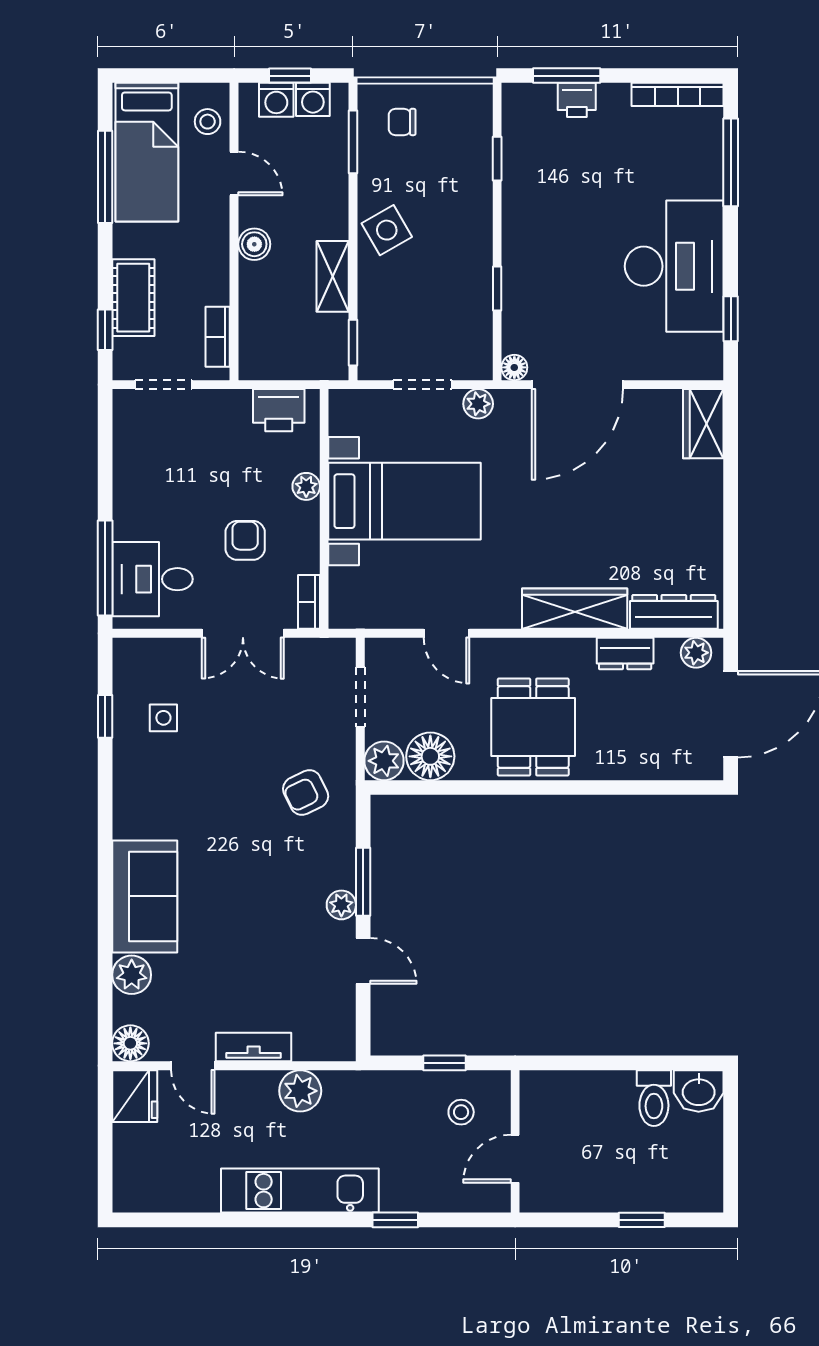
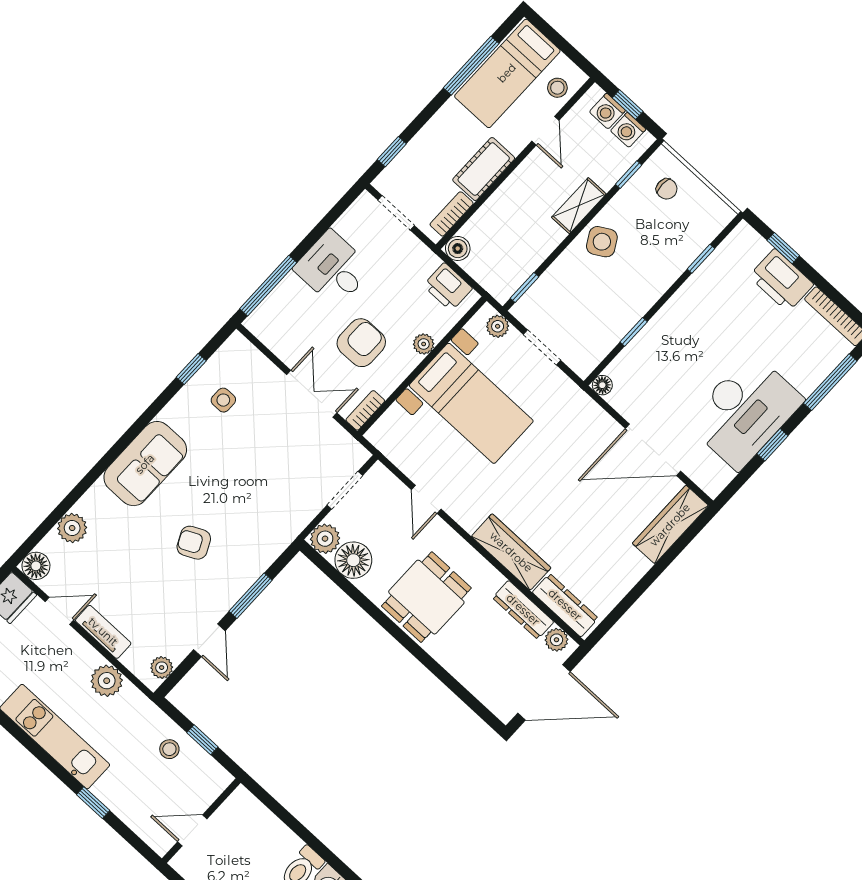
window: (567, 76) -> (783, 248), width x0.67
printer: (577, 100) -> (781, 280), width x1.87, depth x1.48
chair: (402, 122) -> (667, 189), turned 180
window: (353, 142) -> (629, 175), width x0.67
boiler: (254, 244) -> (458, 249), moved
shelving: (333, 276) -> (579, 206), moved
cot: (133, 298) -> (484, 169), moved
window: (731, 319) -> (772, 445), moved
door: (577, 385) -> (653, 450), moved
plant: (478, 404) -> (498, 326), moved
wardrobe: (703, 424) -> (670, 525), width x1.50
armchair: (245, 540) -> (361, 343), width x1.38, depth x1.38
desk: (152, 579) -> (333, 269), moved
double door: (243, 633) -> (312, 394), swing flipped
dresser: (625, 654) -> (523, 610), width x1.44
armchair: (306, 793) -> (194, 543), moved
sofa: (145, 896) -> (145, 464), moved
plant: (341, 905) -> (162, 668), moved
door: (193, 1066) -> (59, 611), swing flipped
stool: (461, 1112) -> (169, 749), moved

